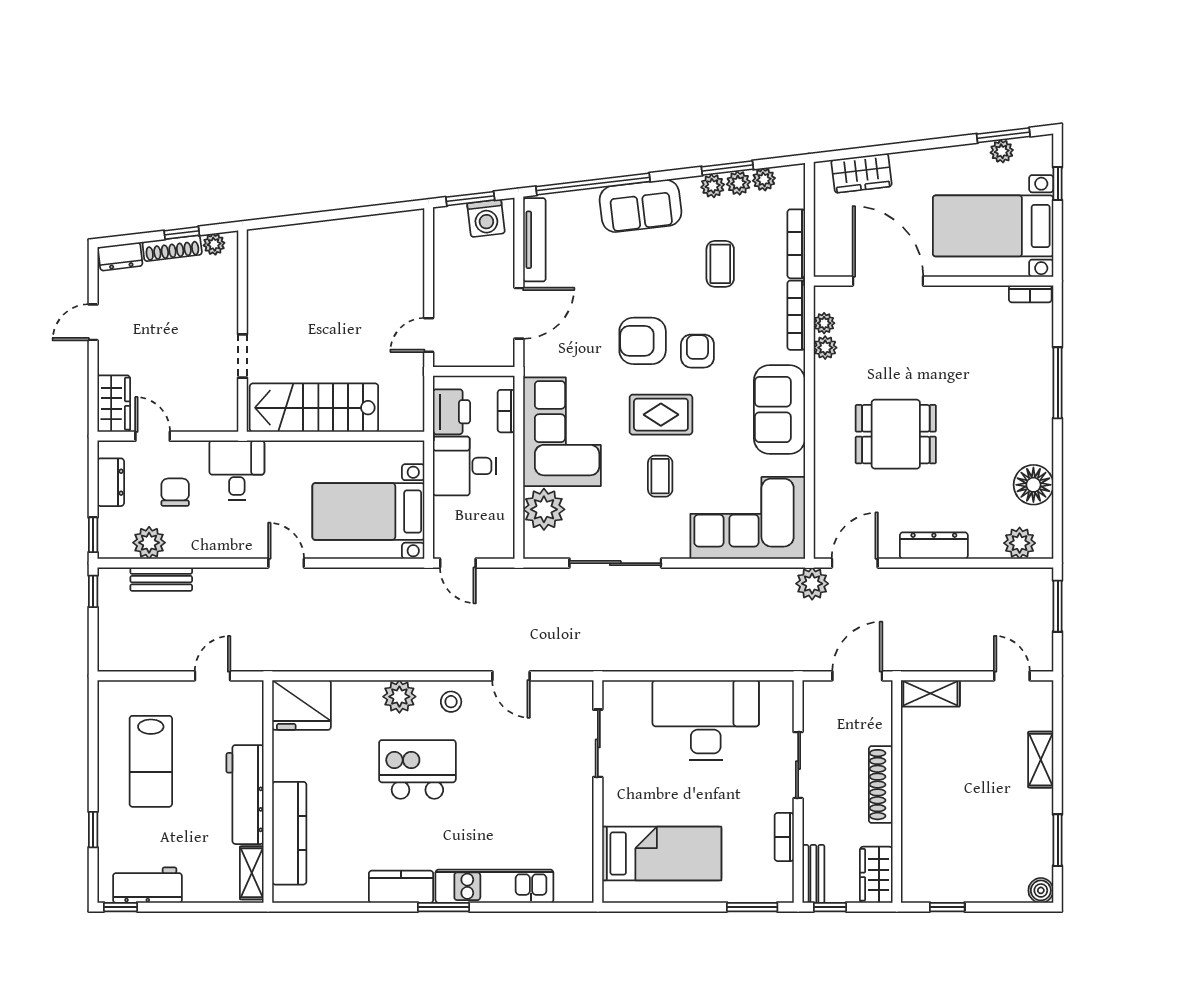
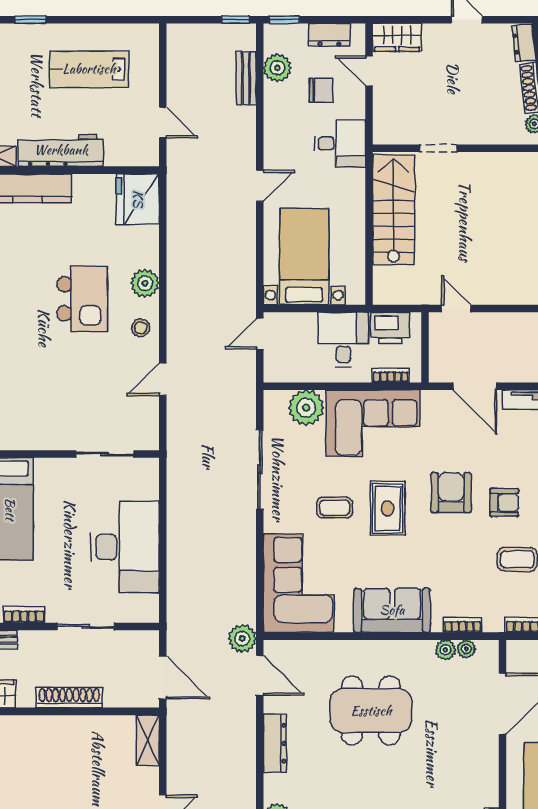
bookcase: (796, 315) -> (462, 625), width x0.64
armchair: (697, 351) -> (504, 503), moved
dining table: (896, 434) -> (371, 711), width x1.38
door: (153, 436) -> (369, 71), swing flipped

